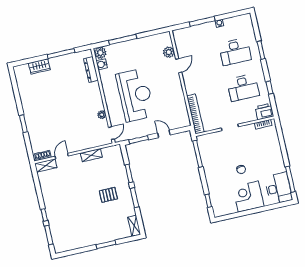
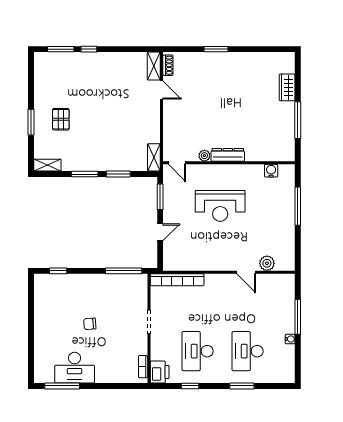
plant: (100, 53) -> (287, 172), removed
dresser: (91, 70) -> (228, 155), moved
reception desk: (135, 95) -> (220, 206), width x0.74, depth x0.77
shelving: (91, 155) -> (154, 157), moved
desk: (279, 188) -> (75, 368), moved
pallet: (108, 195) -> (61, 119), moved
corner desk: (248, 197) -> (52, 325), removed

